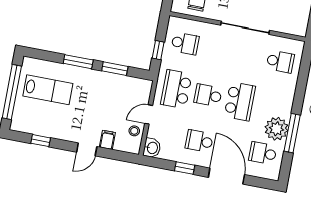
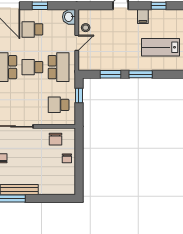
school desk: (208, 95) -> (32, 67), turned 180
filing cabinet: (107, 140) -> (143, 16), moved
school desk: (199, 141) -> (32, 29), turned 180

